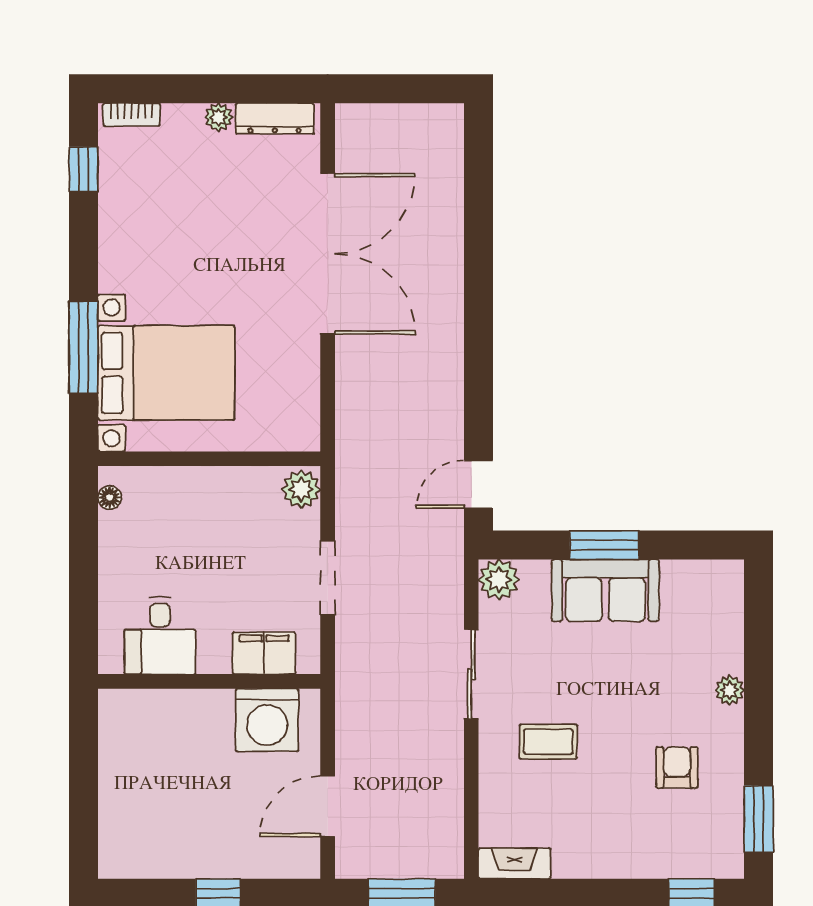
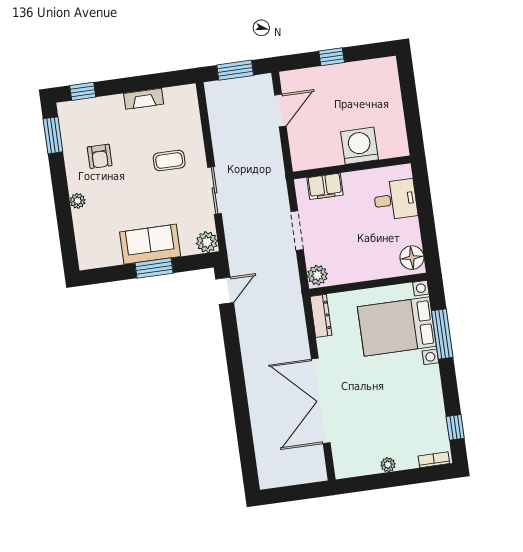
dresser: (275, 118) -> (321, 316), moved, turned 90
floor lamp: (110, 498) -> (412, 258), width x1.89, depth x1.89
desk: (160, 636) -> (395, 200), moved, turned 90
washing machine: (267, 720) -> (359, 146), moved
fireplace: (514, 864) -> (144, 99), moved

